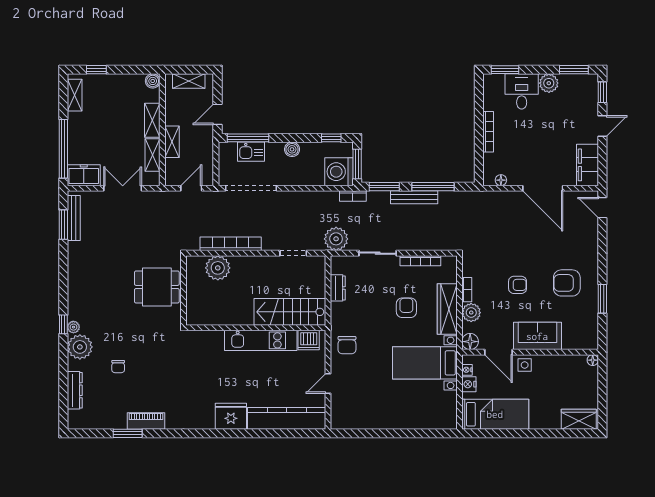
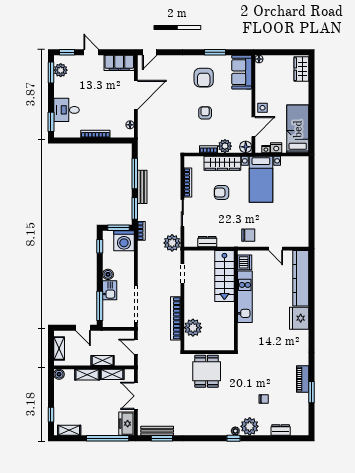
plant: (549, 83) -> (61, 70), moved
kitchen sink: (251, 152) -> (110, 290), moved
sofa: (537, 336) -> (242, 72), moved
dresser: (75, 390) -> (281, 430), width x0.70

